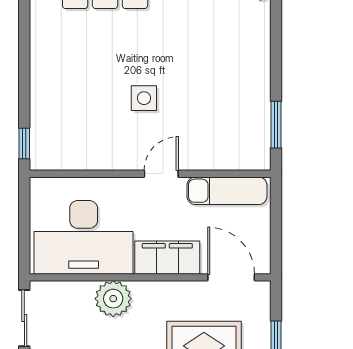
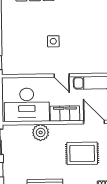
door: (161, 174) -> (62, 75), swing flipped

